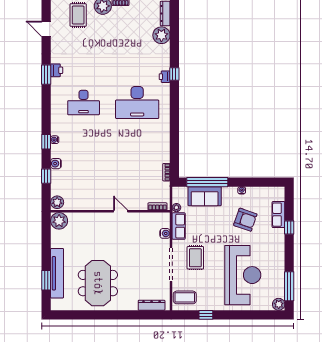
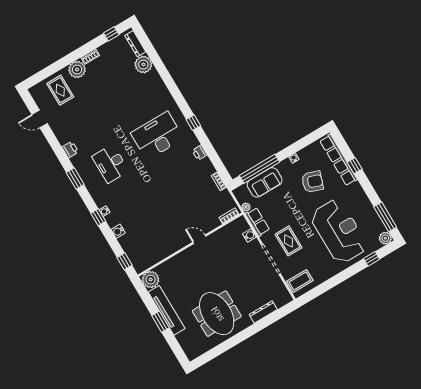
window: (174, 74) -> (193, 123), moved
window: (46, 75) -> (75, 178), moved
printer: (165, 77) -> (200, 153), moved
desk: (84, 103) -> (110, 164), turned 90
desk: (137, 103) -> (157, 136), turned 180
window: (46, 176) -> (124, 261), moved
plant: (57, 202) -> (139, 264), removed
row of seats: (278, 215) -> (339, 160), width x2.02
tv unit: (57, 273) -> (167, 310), moved
window: (46, 280) -> (160, 322), moved
dresser: (152, 305) -> (263, 312), moved
window: (206, 315) -> (372, 259), moved

